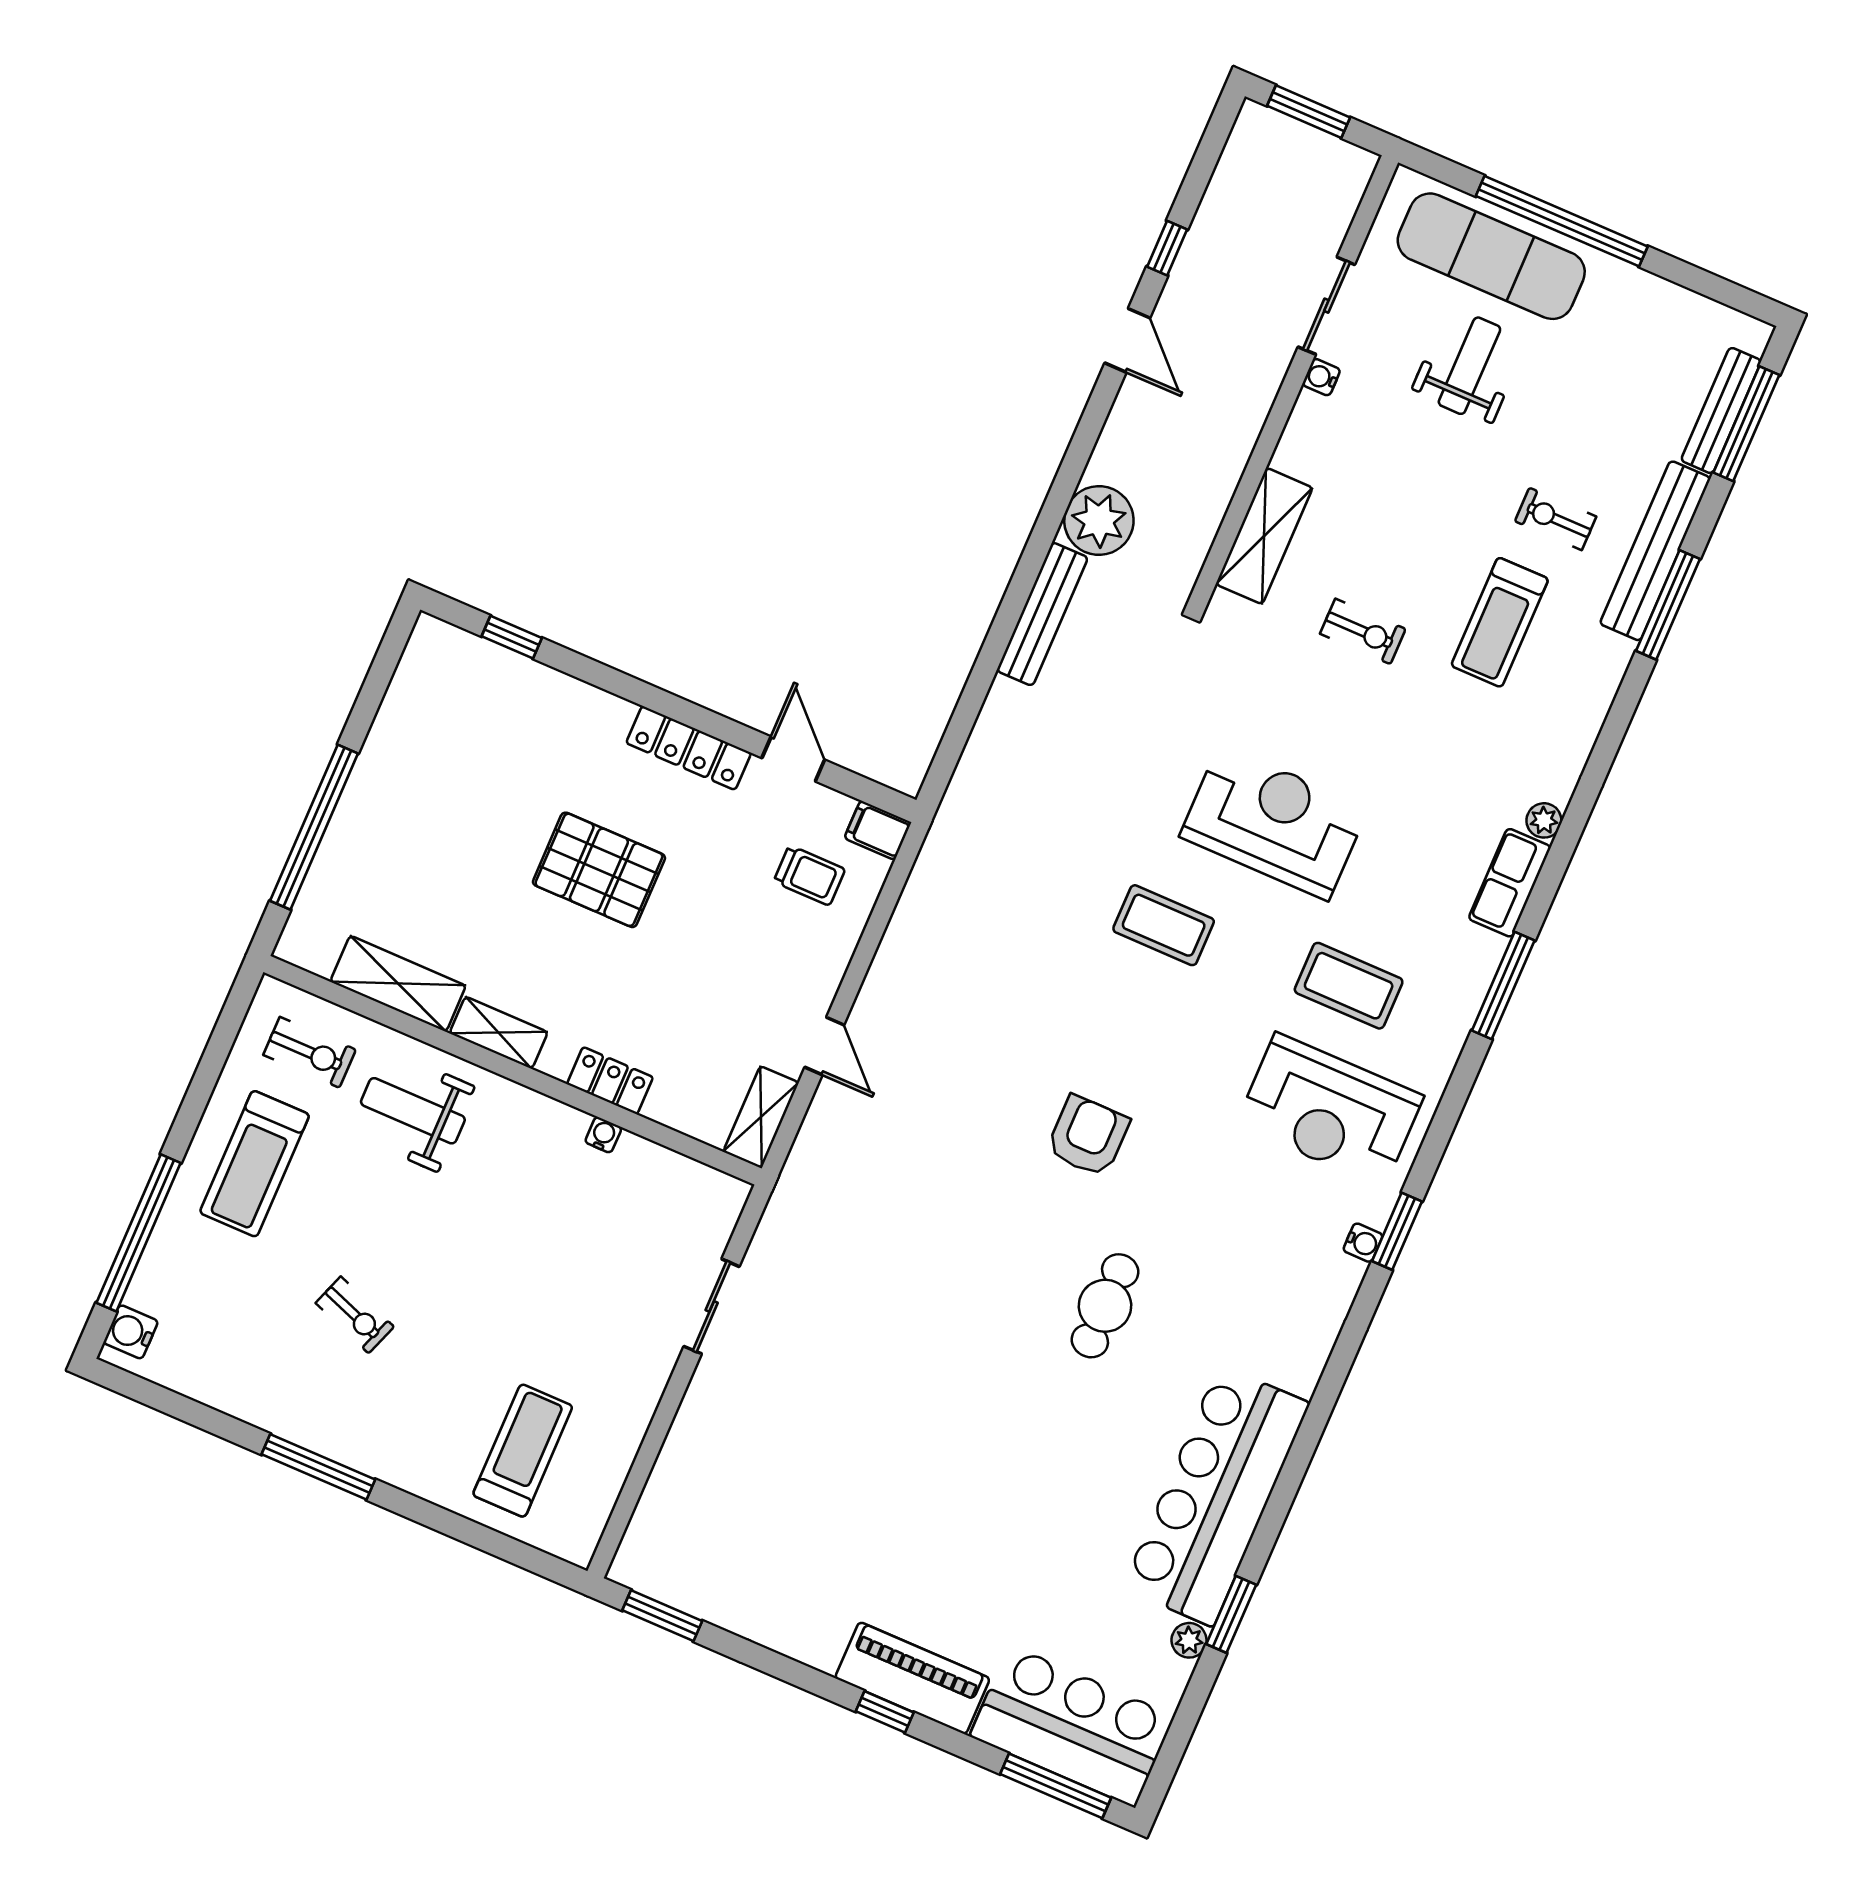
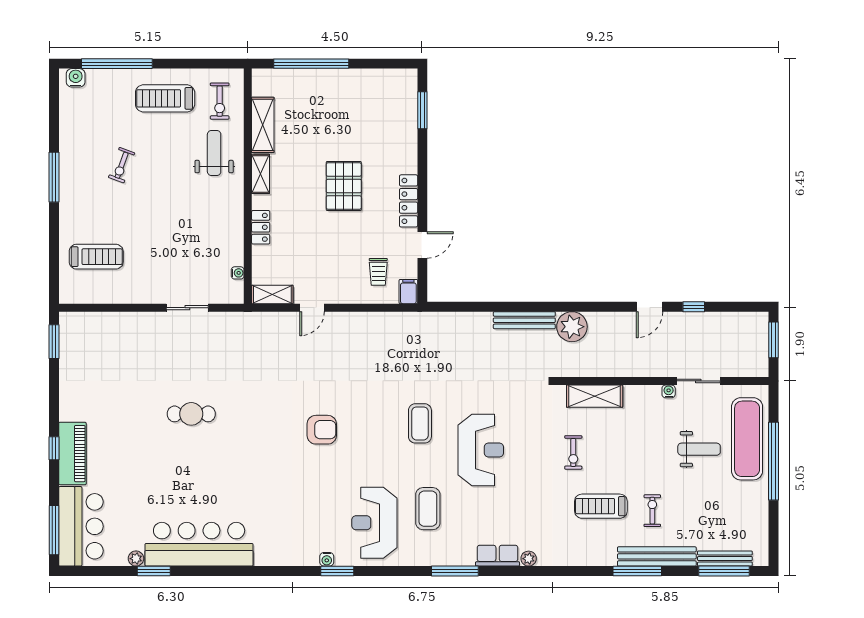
window: (512, 637) -> (422, 110), width x1.50
water cooler: (603, 1135) -> (238, 273), moved
cafe table: (1105, 1306) -> (191, 414), moved

